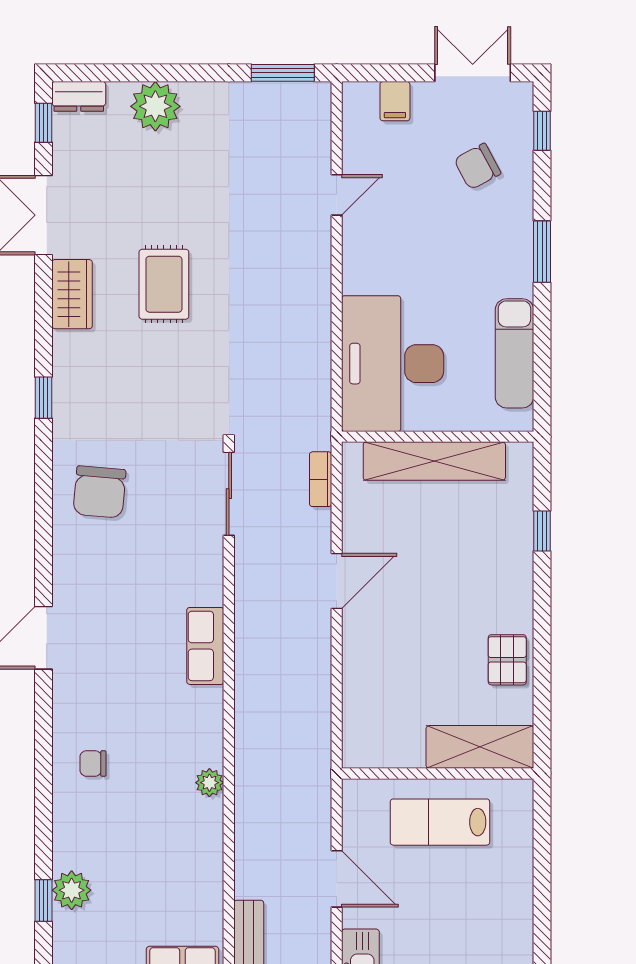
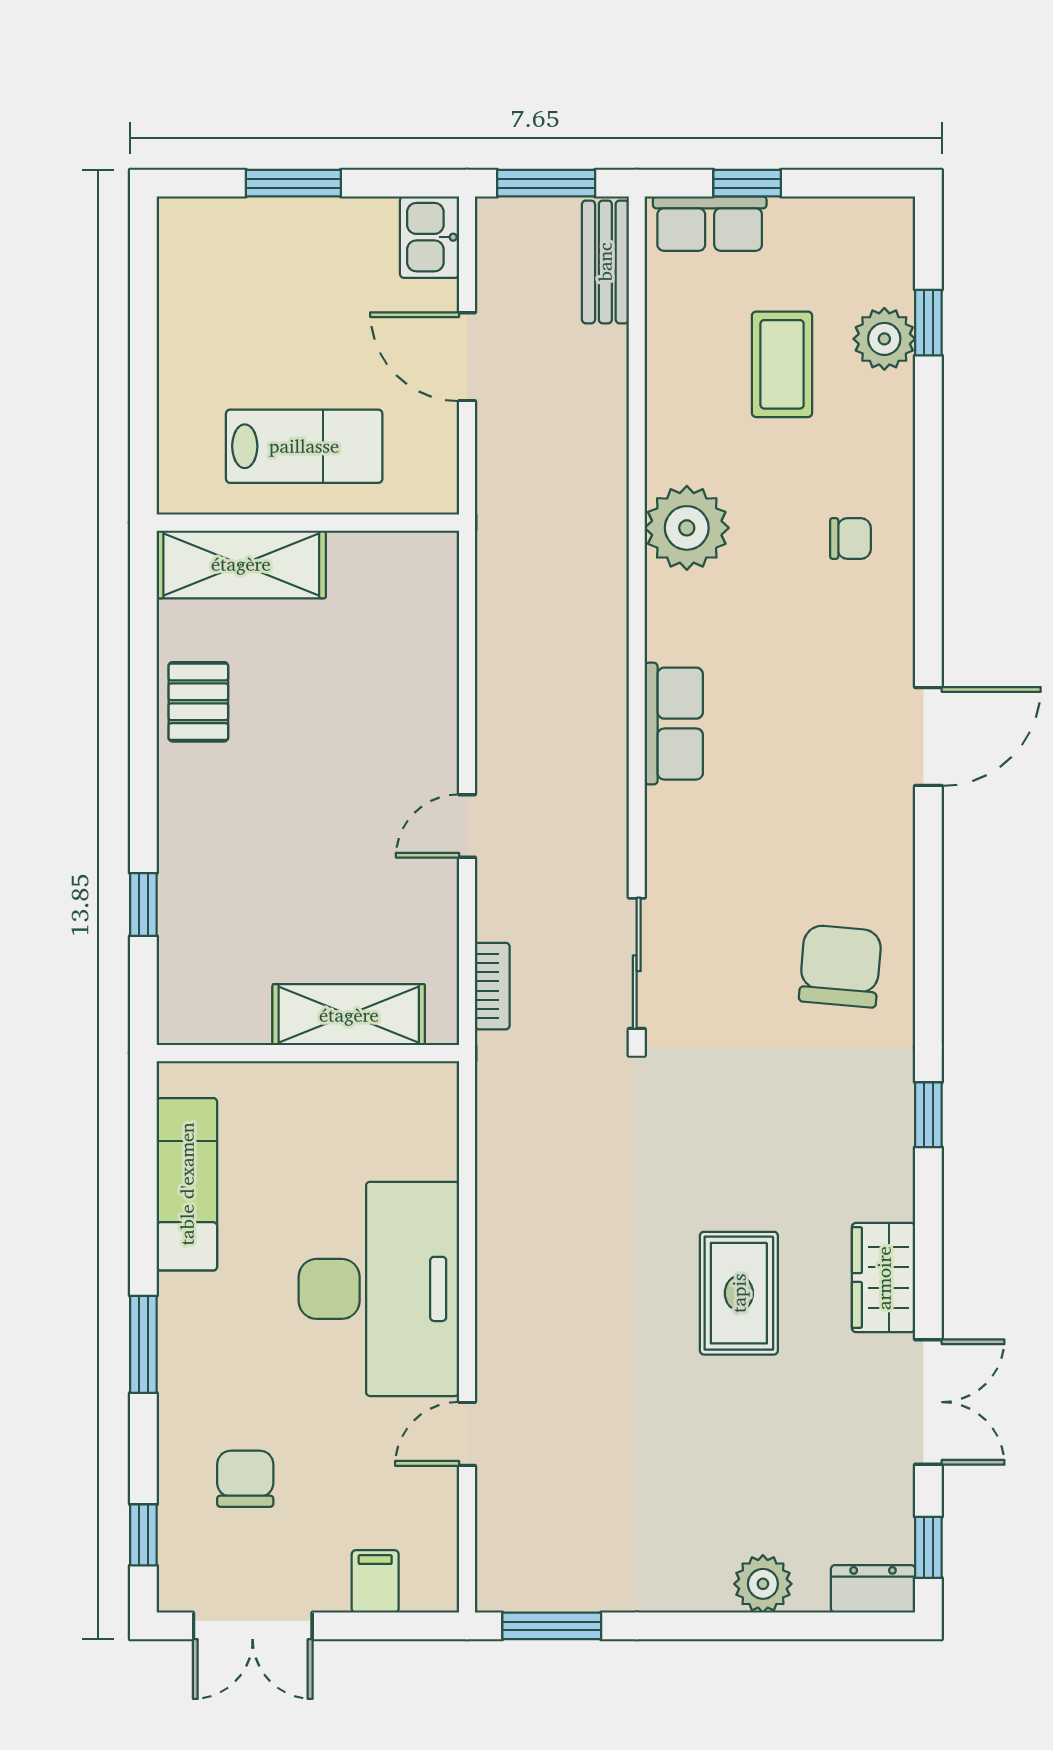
plant: (155, 106) -> (763, 1584), width x0.73, depth x0.73
chair: (477, 166) -> (245, 1479), turned -62
desk: (393, 364) -> (379, 1289), moved
shelving: (434, 461) -> (349, 1015), width x0.68
door: (337, 581) -> (467, 826), width x0.73
plant: (209, 783) -> (687, 528), width x1.88, depth x1.88
coffee table: (137, 874) -> (782, 364), added

